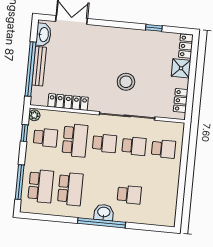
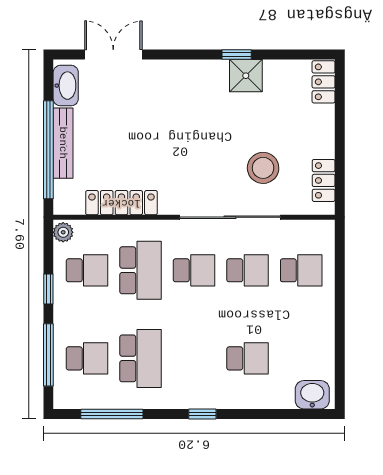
window: (154, 28) -> (237, 55), moved
shower: (181, 68) -> (246, 76), moved
stool: (126, 82) -> (263, 168), moved
window: (24, 133) -> (48, 289), moved
school desk: (41, 186) -> (87, 358), width x0.54
washbasin: (104, 212) -> (312, 395), moved
window: (52, 218) -> (112, 414), added
window: (101, 223) -> (202, 414), width x0.32

